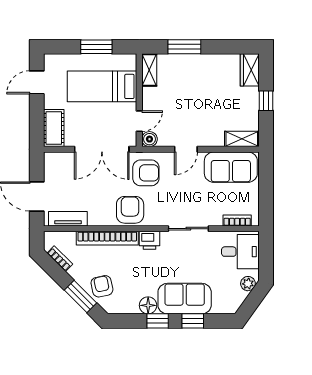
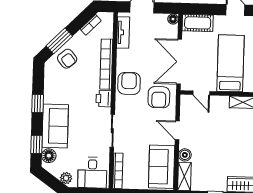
boiler: (149, 139) -> (185, 155), moved
floor lamp: (50, 158) -> (173, 19), added
armchair: (130, 210) -> (129, 83), turned -90
bookcase: (237, 220) -> (118, 171), width x1.56
armchair: (102, 286) -> (67, 59), turned 63
floor lamp: (148, 305) -> (49, 156), moved
window: (193, 321) -> (36, 144), moved

